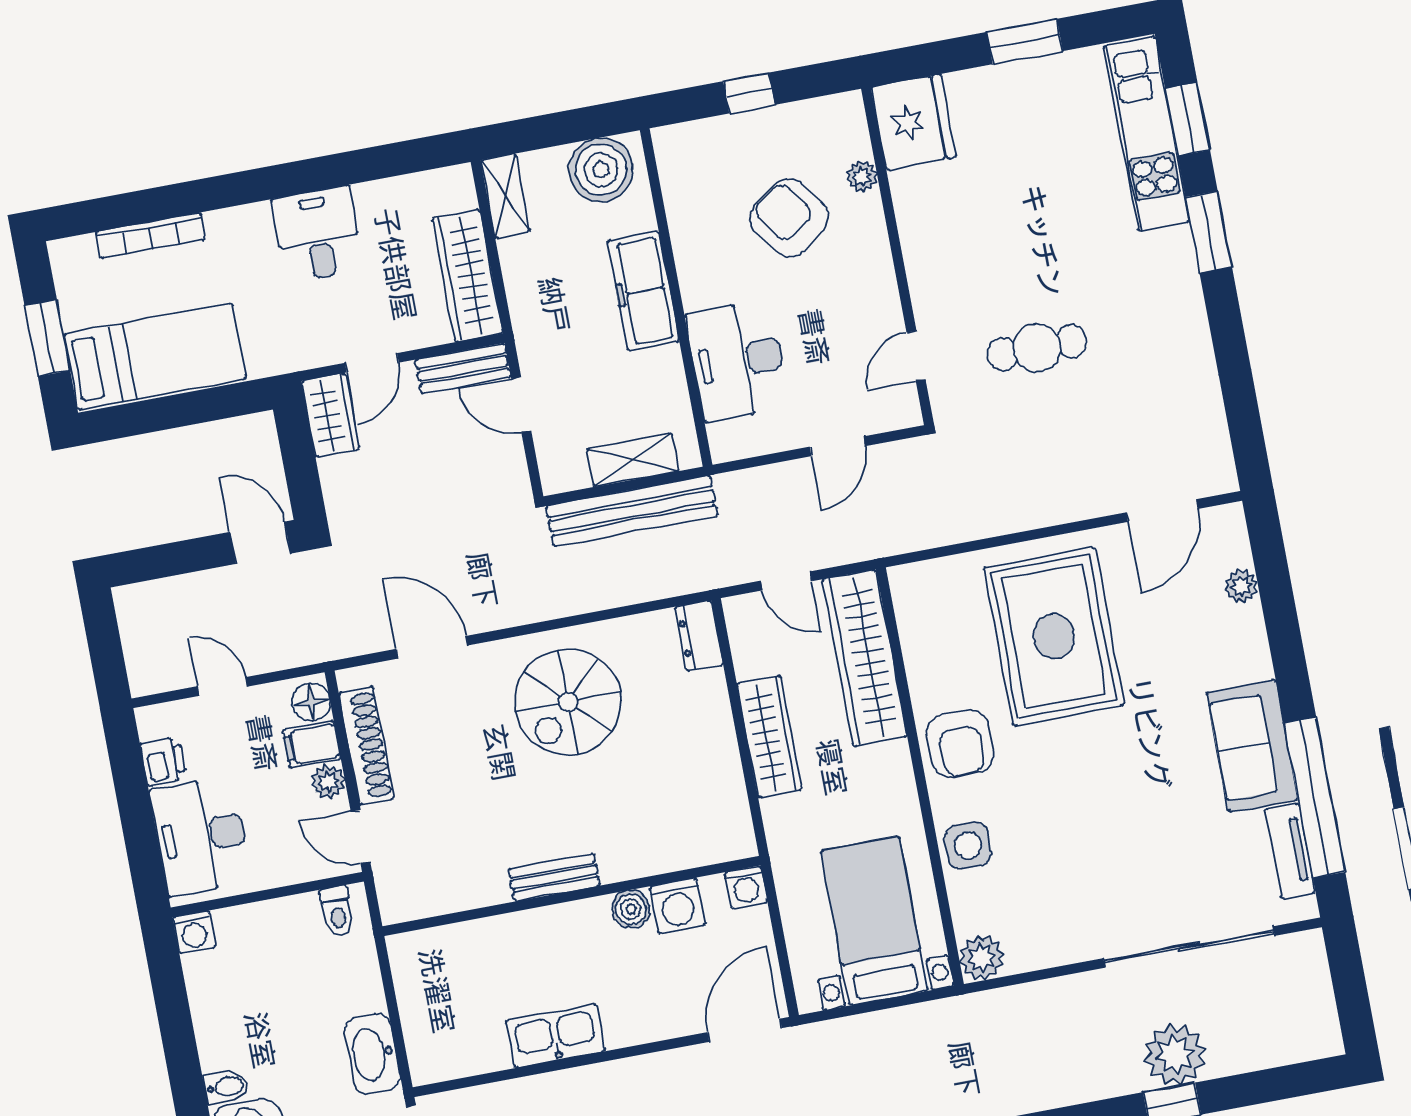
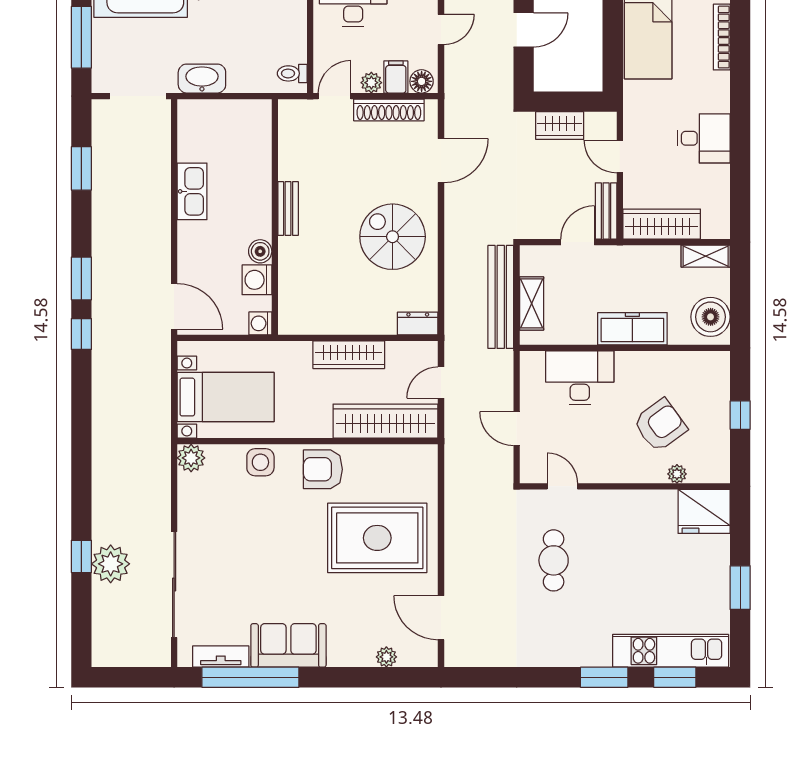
wardrobe: (330, 415) -> (560, 126), moved
door: (260, 543) -> (524, 30), moved

